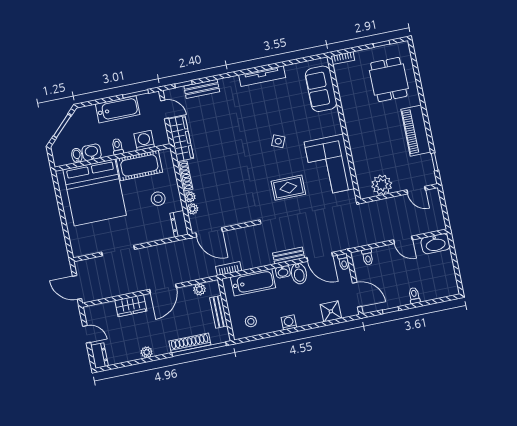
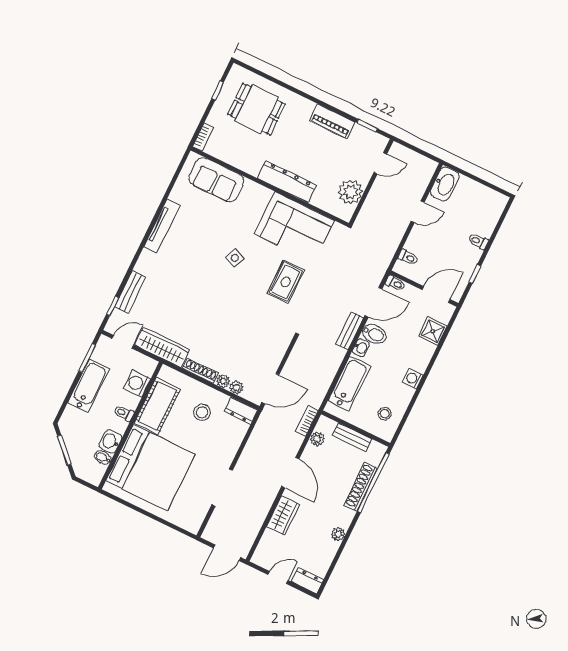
piano: (416, 131) -> (332, 121), width x0.73, depth x0.75
dresser: (356, 137) -> (287, 182), added
bookcase: (229, 269) -> (307, 421), moved

